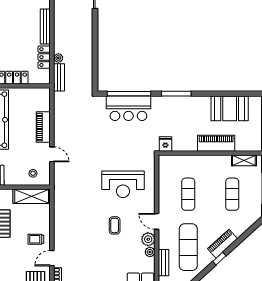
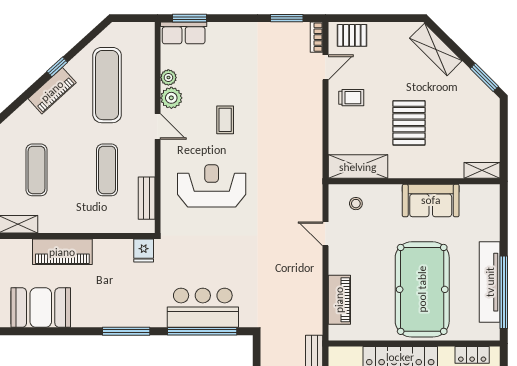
piano: (43, 127) -> (339, 300), moved
bench: (164, 263) -> (147, 198), moved

